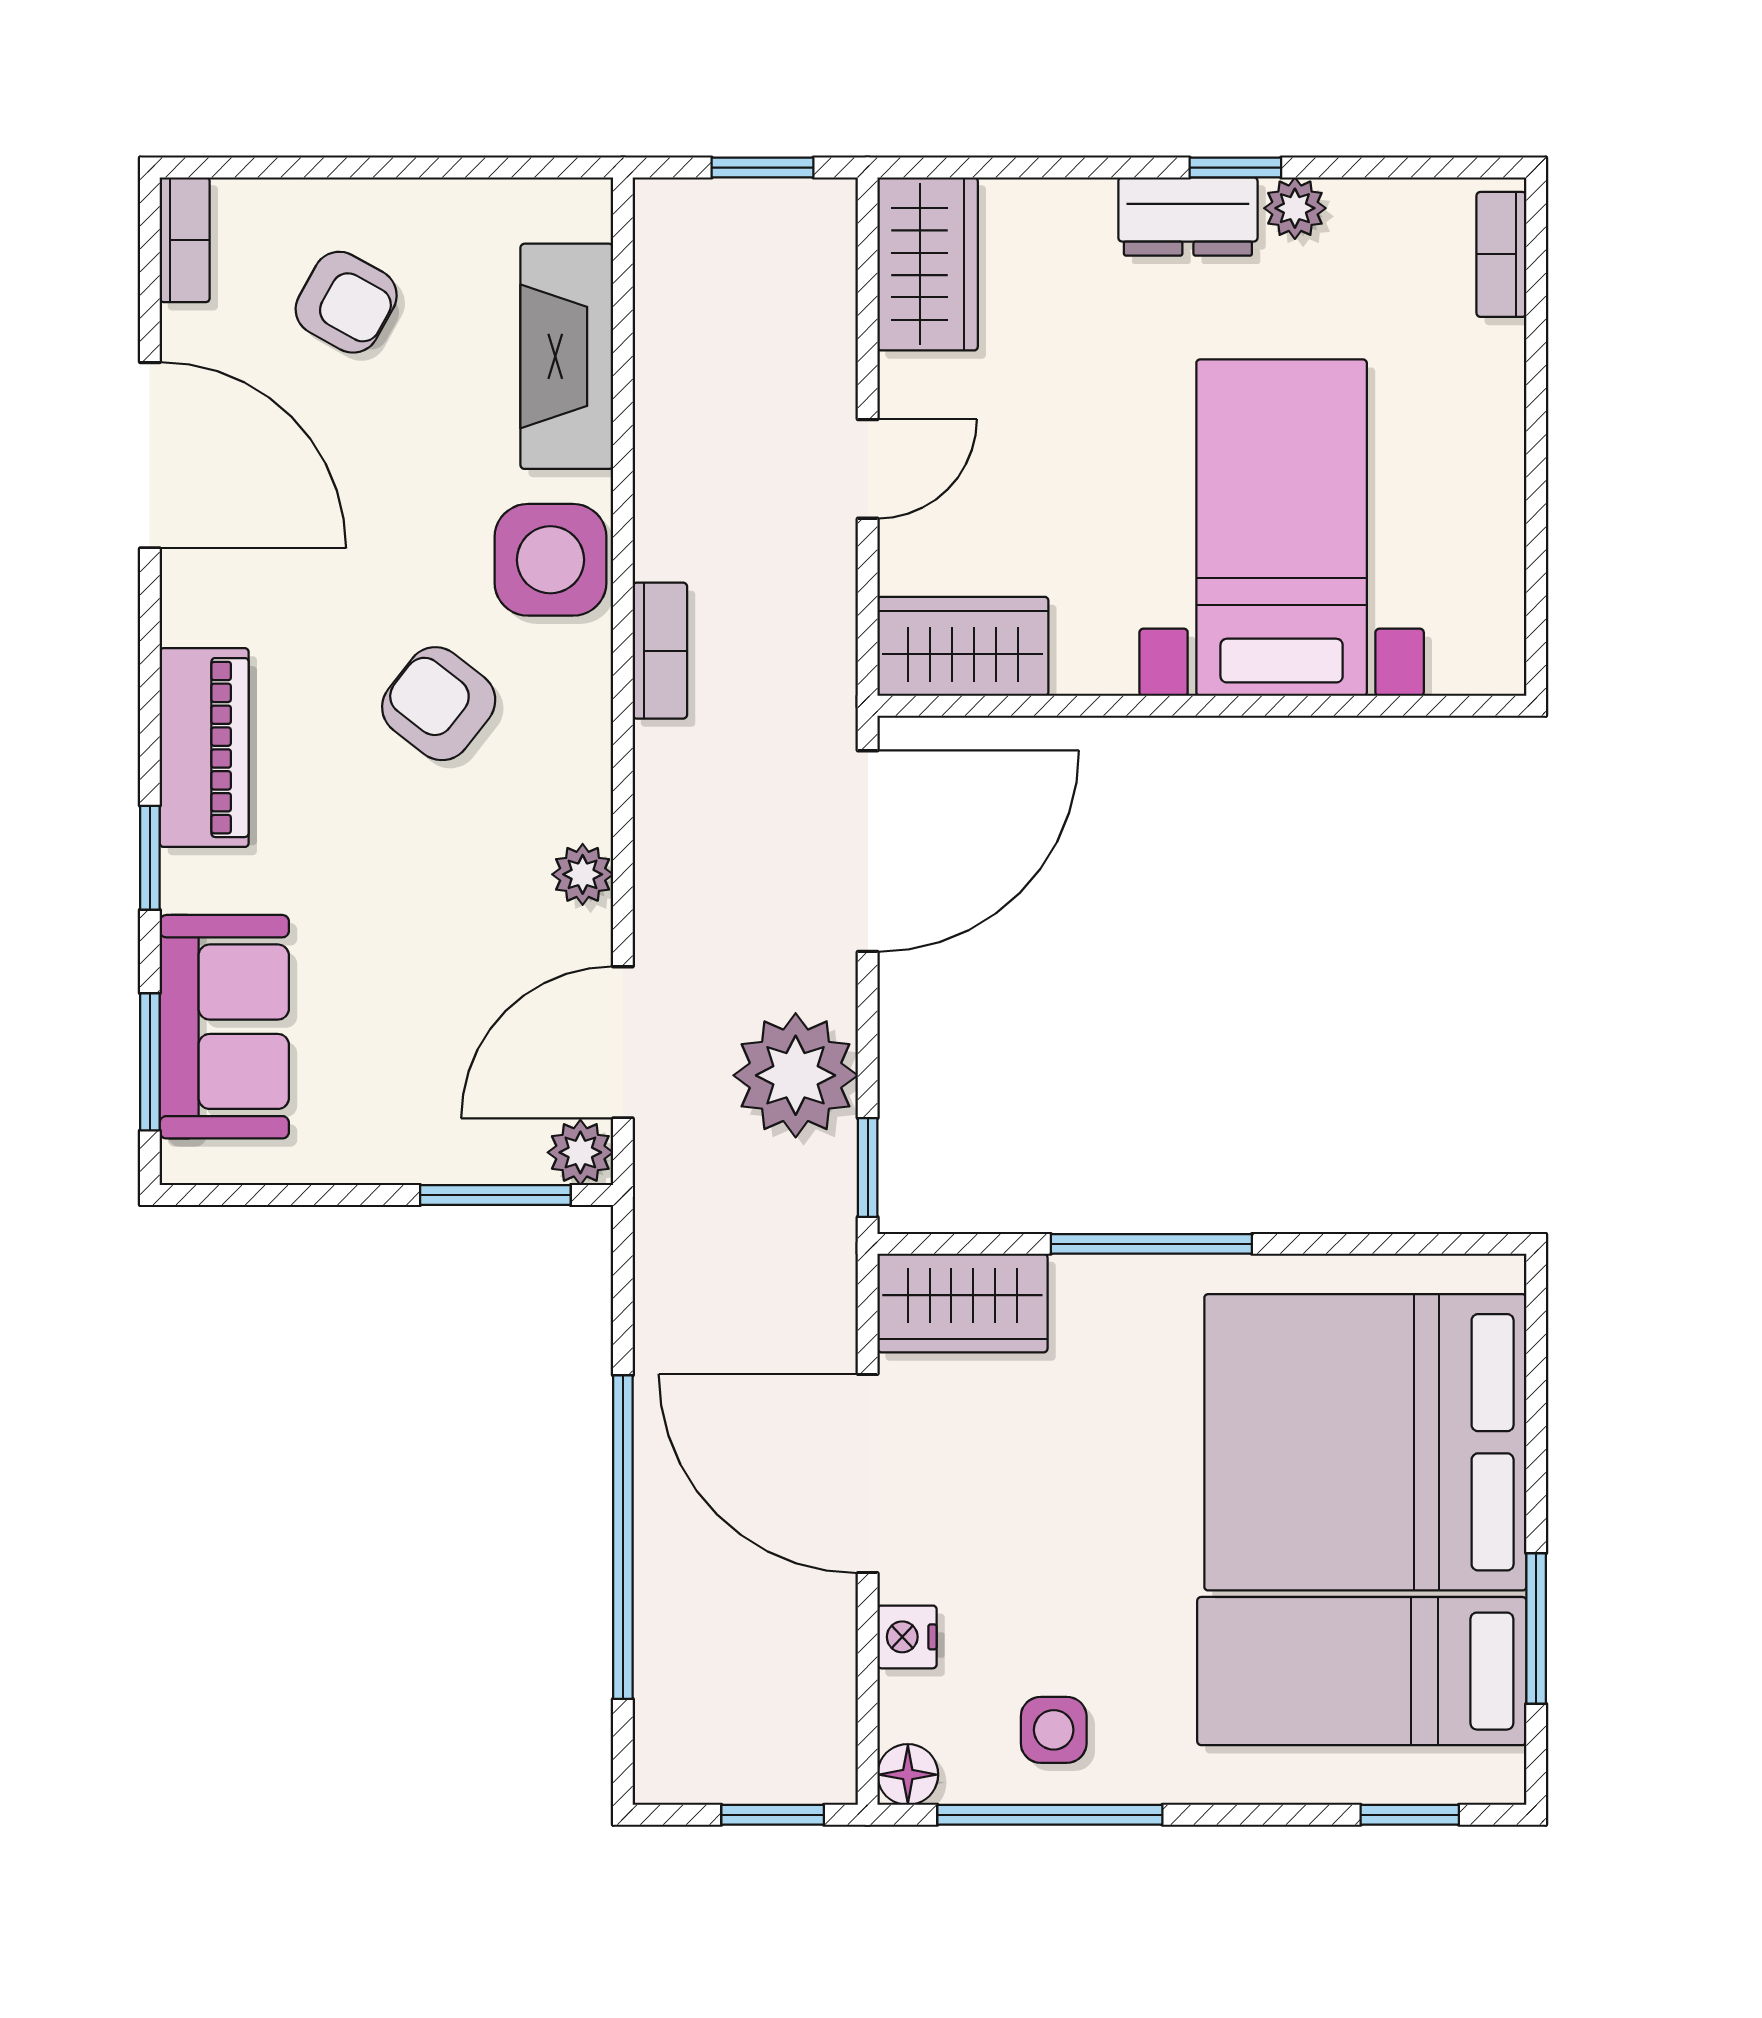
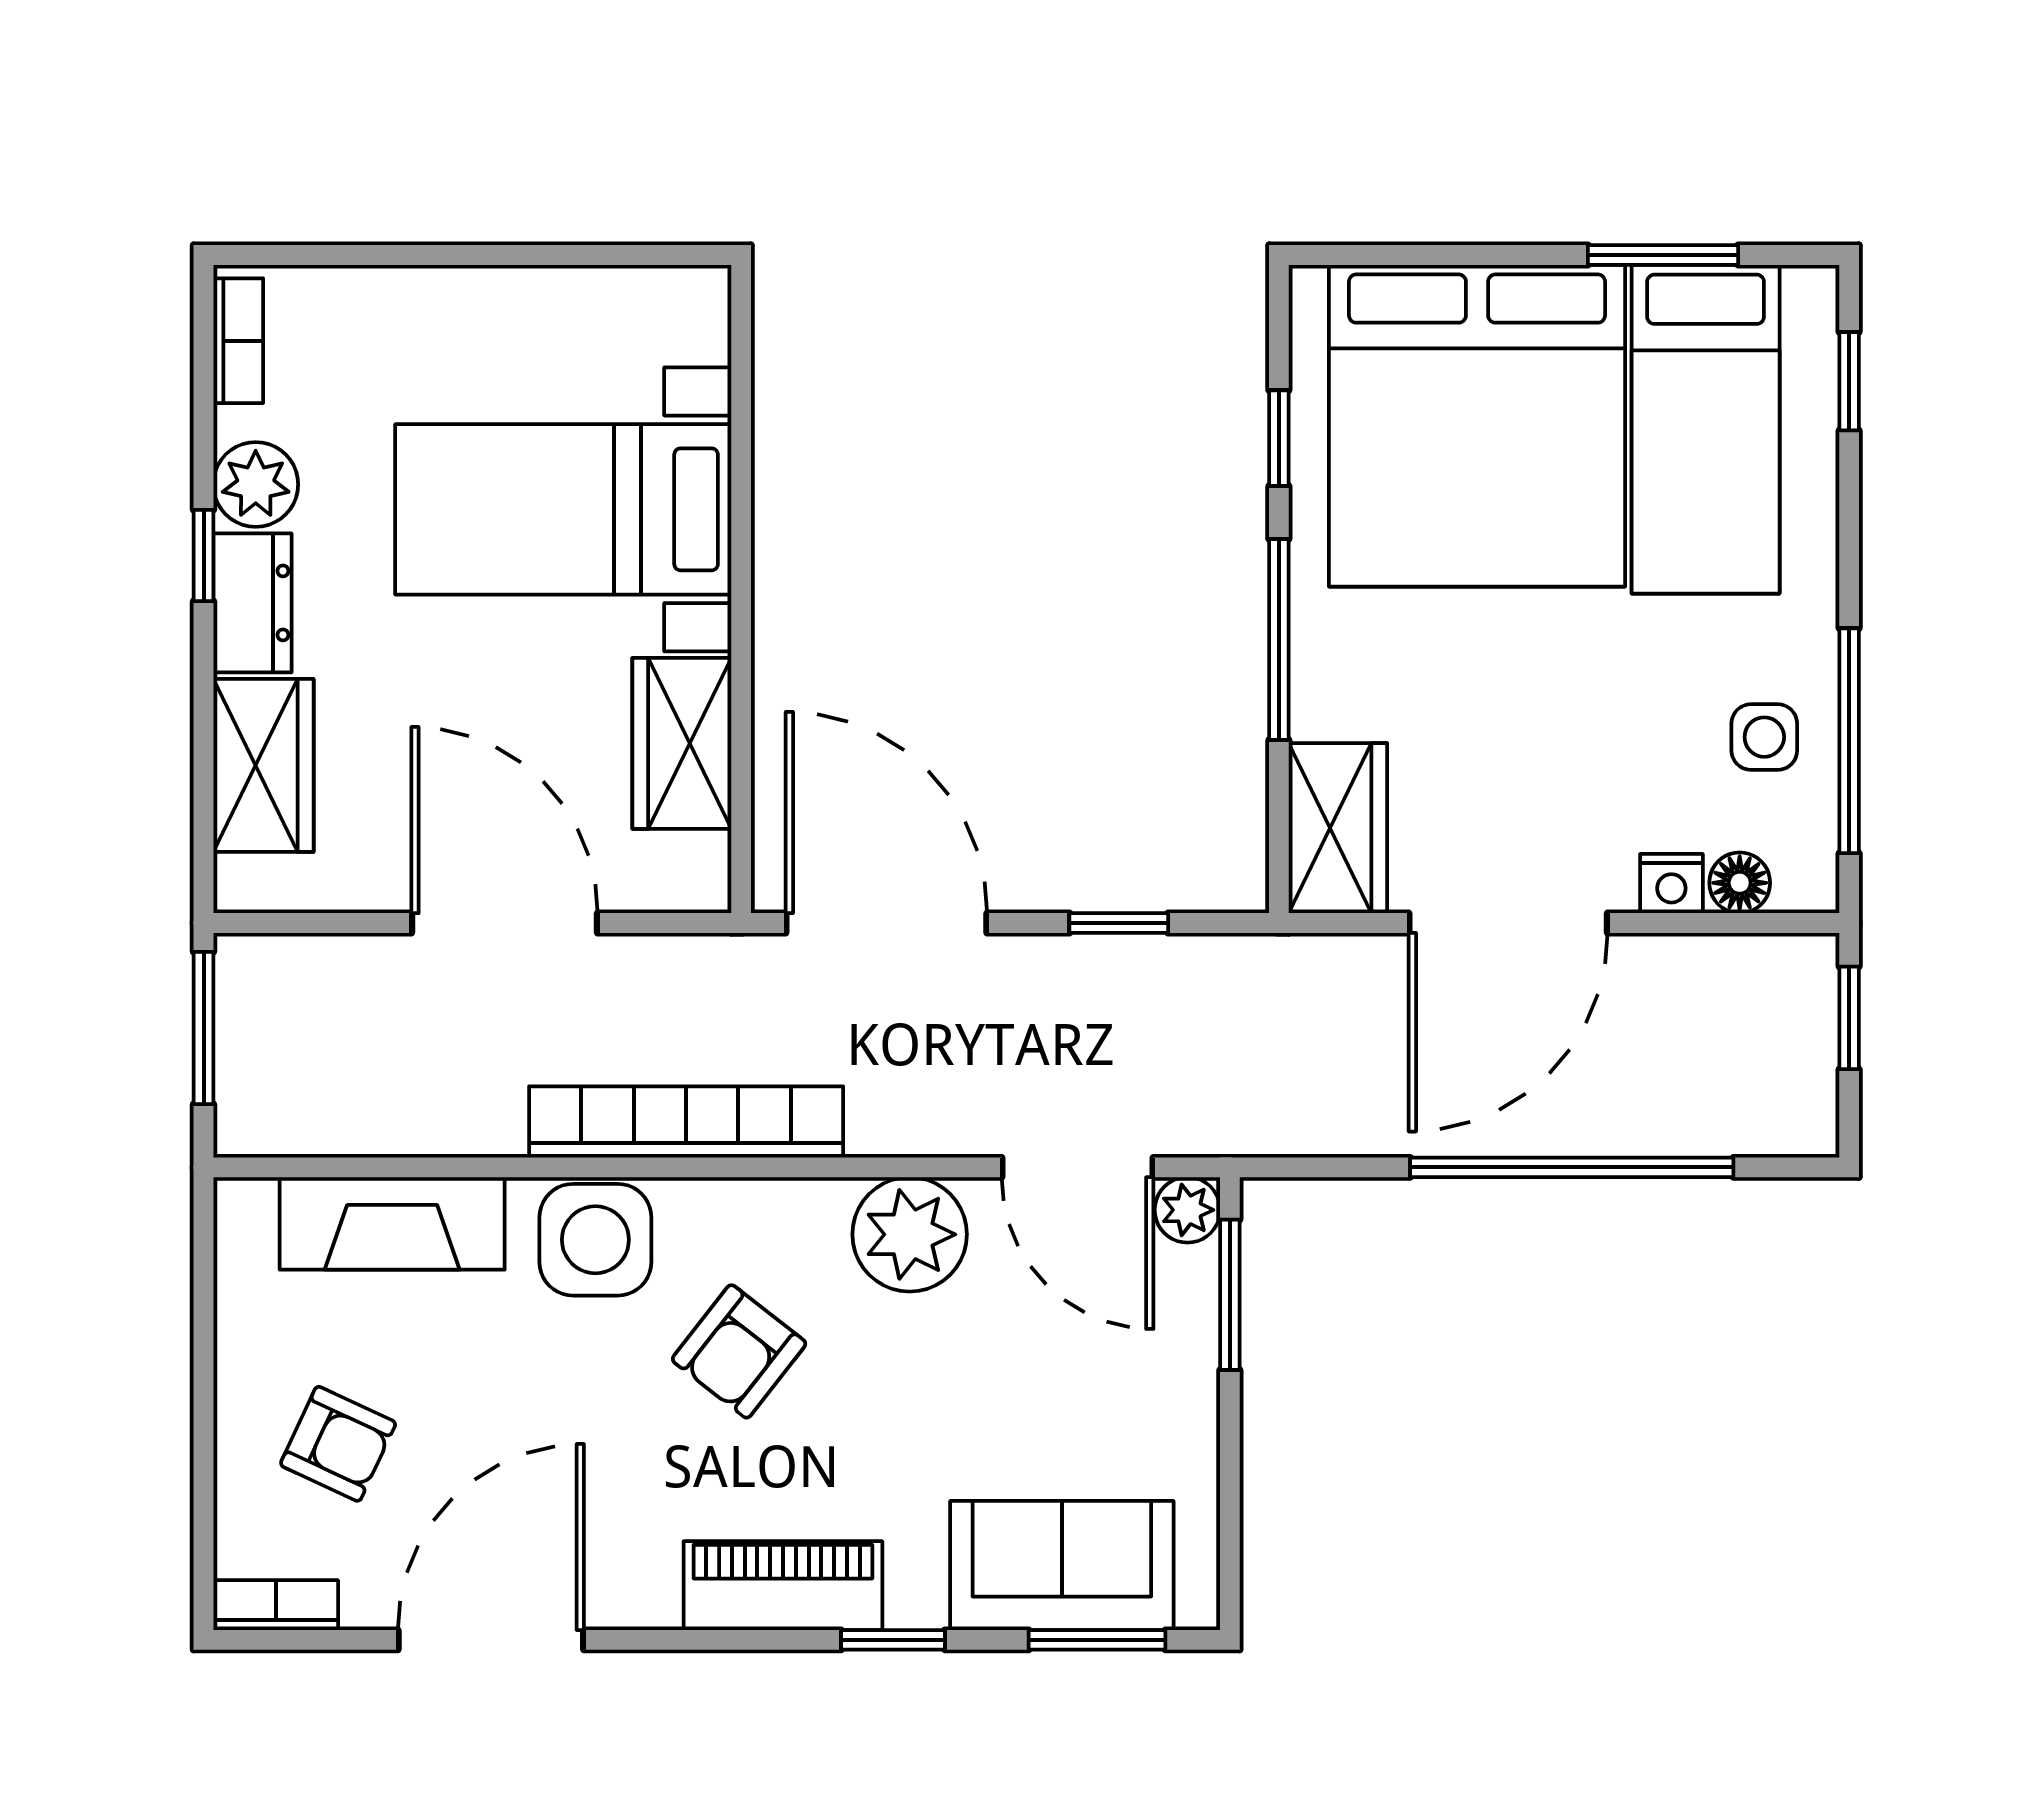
window: (762, 168) -> (204, 1028), width x1.50
plant: (1295, 208) -> (256, 484), width x1.38, depth x1.38
bookcase: (1501, 254) -> (238, 341), moved, turned -90
wardrobe: (928, 264) -> (263, 765), moved, turned 90
armchair: (346, 302) -> (338, 1444), turned 86
door: (868, 469) -> (505, 923), width x1.88
wardrobe: (963, 646) -> (682, 743), moved
bookcase: (660, 651) -> (686, 1122), width x2.31, depth x1.31
plant: (583, 874) -> (910, 1234), width x1.87, depth x1.87
plant: (796, 1075) -> (1110, 995), removed
window: (868, 1167) -> (1119, 923), moved
window: (1353, 1244) -> (1279, 438), added
floor lamp: (908, 1775) -> (1740, 883), moved

